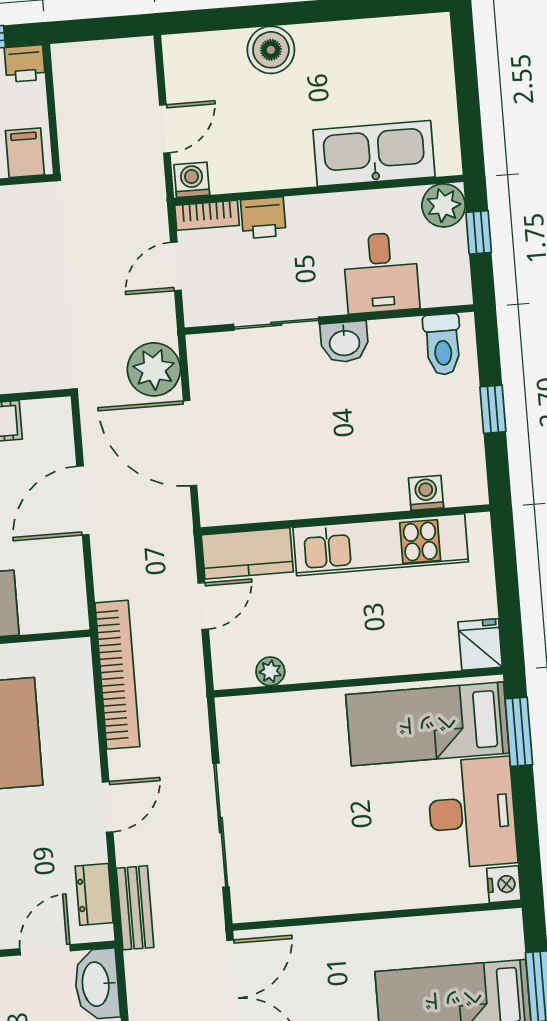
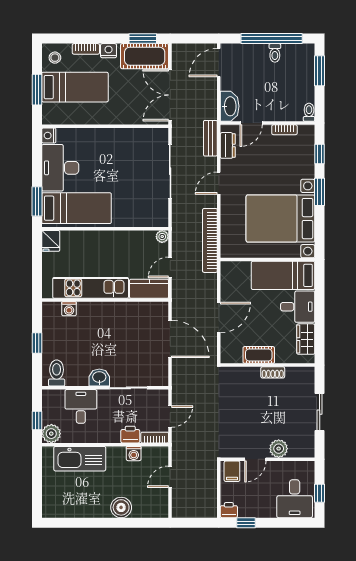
washing machine: (192, 180) -> (134, 454), moved
plant: (154, 369) -> (183, 372), removed
plant: (270, 671) -> (162, 237), moved

